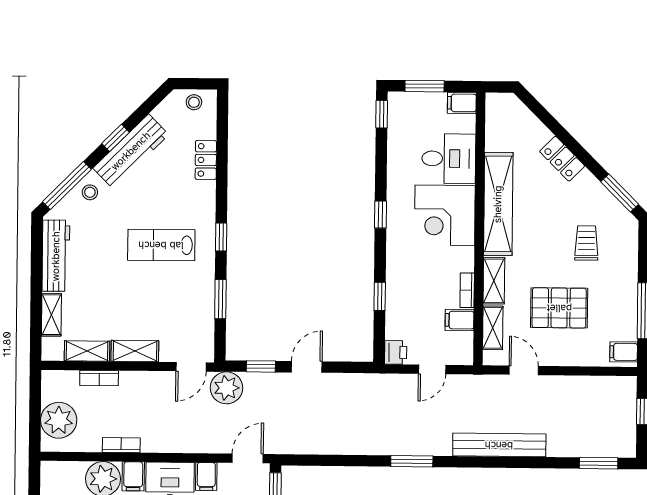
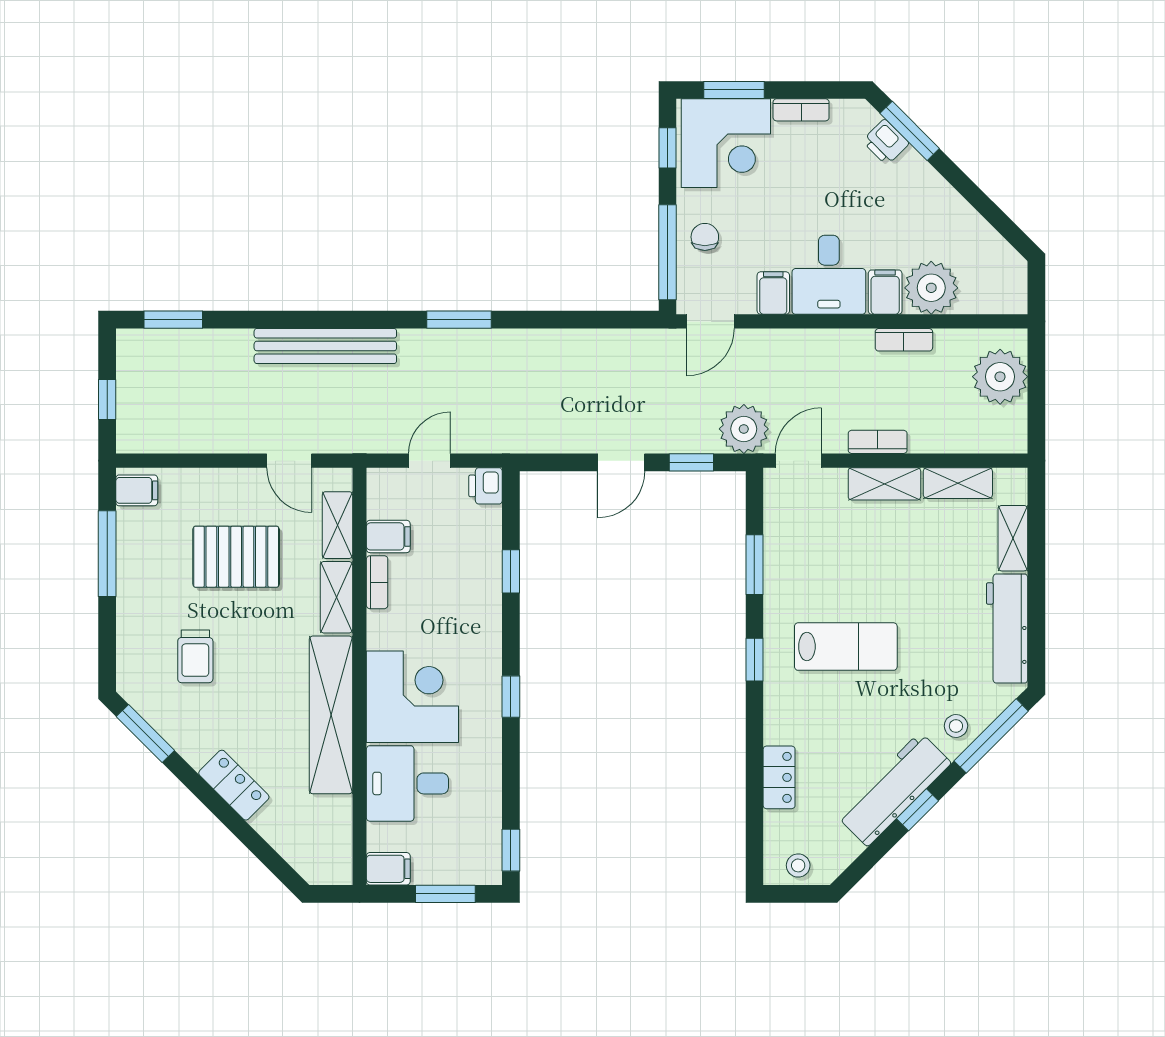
bookcase: (99, 378) -> (878, 442), moved

